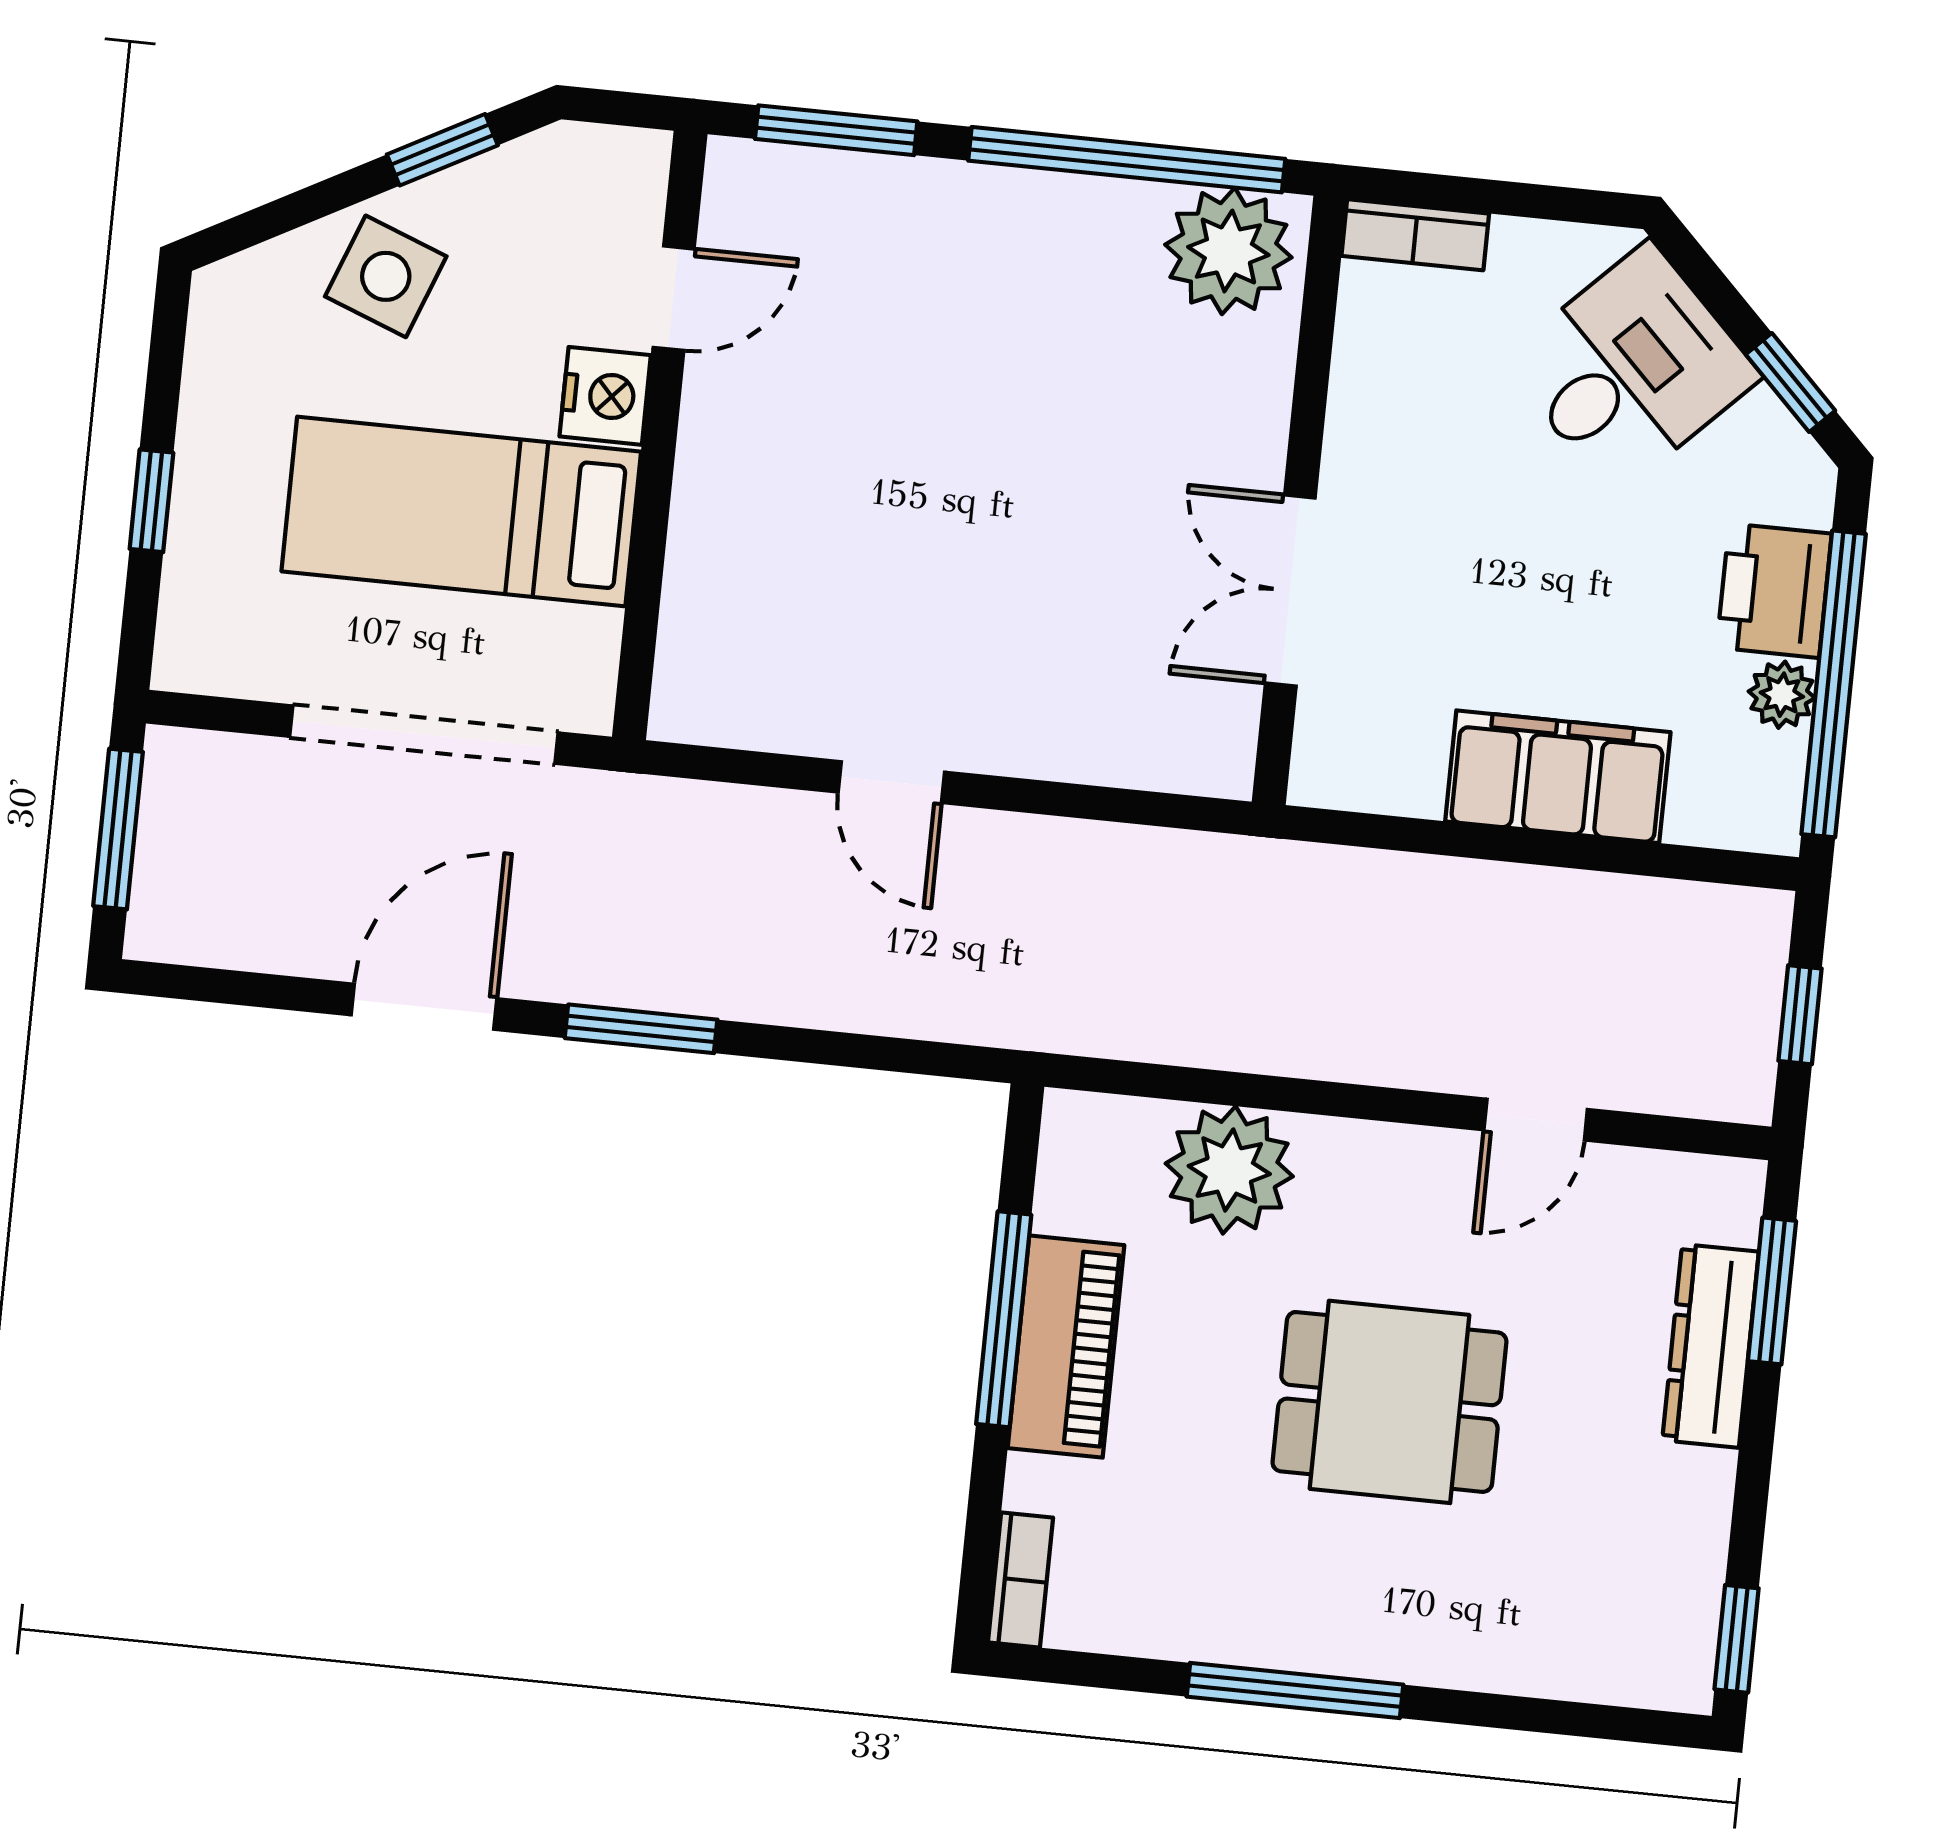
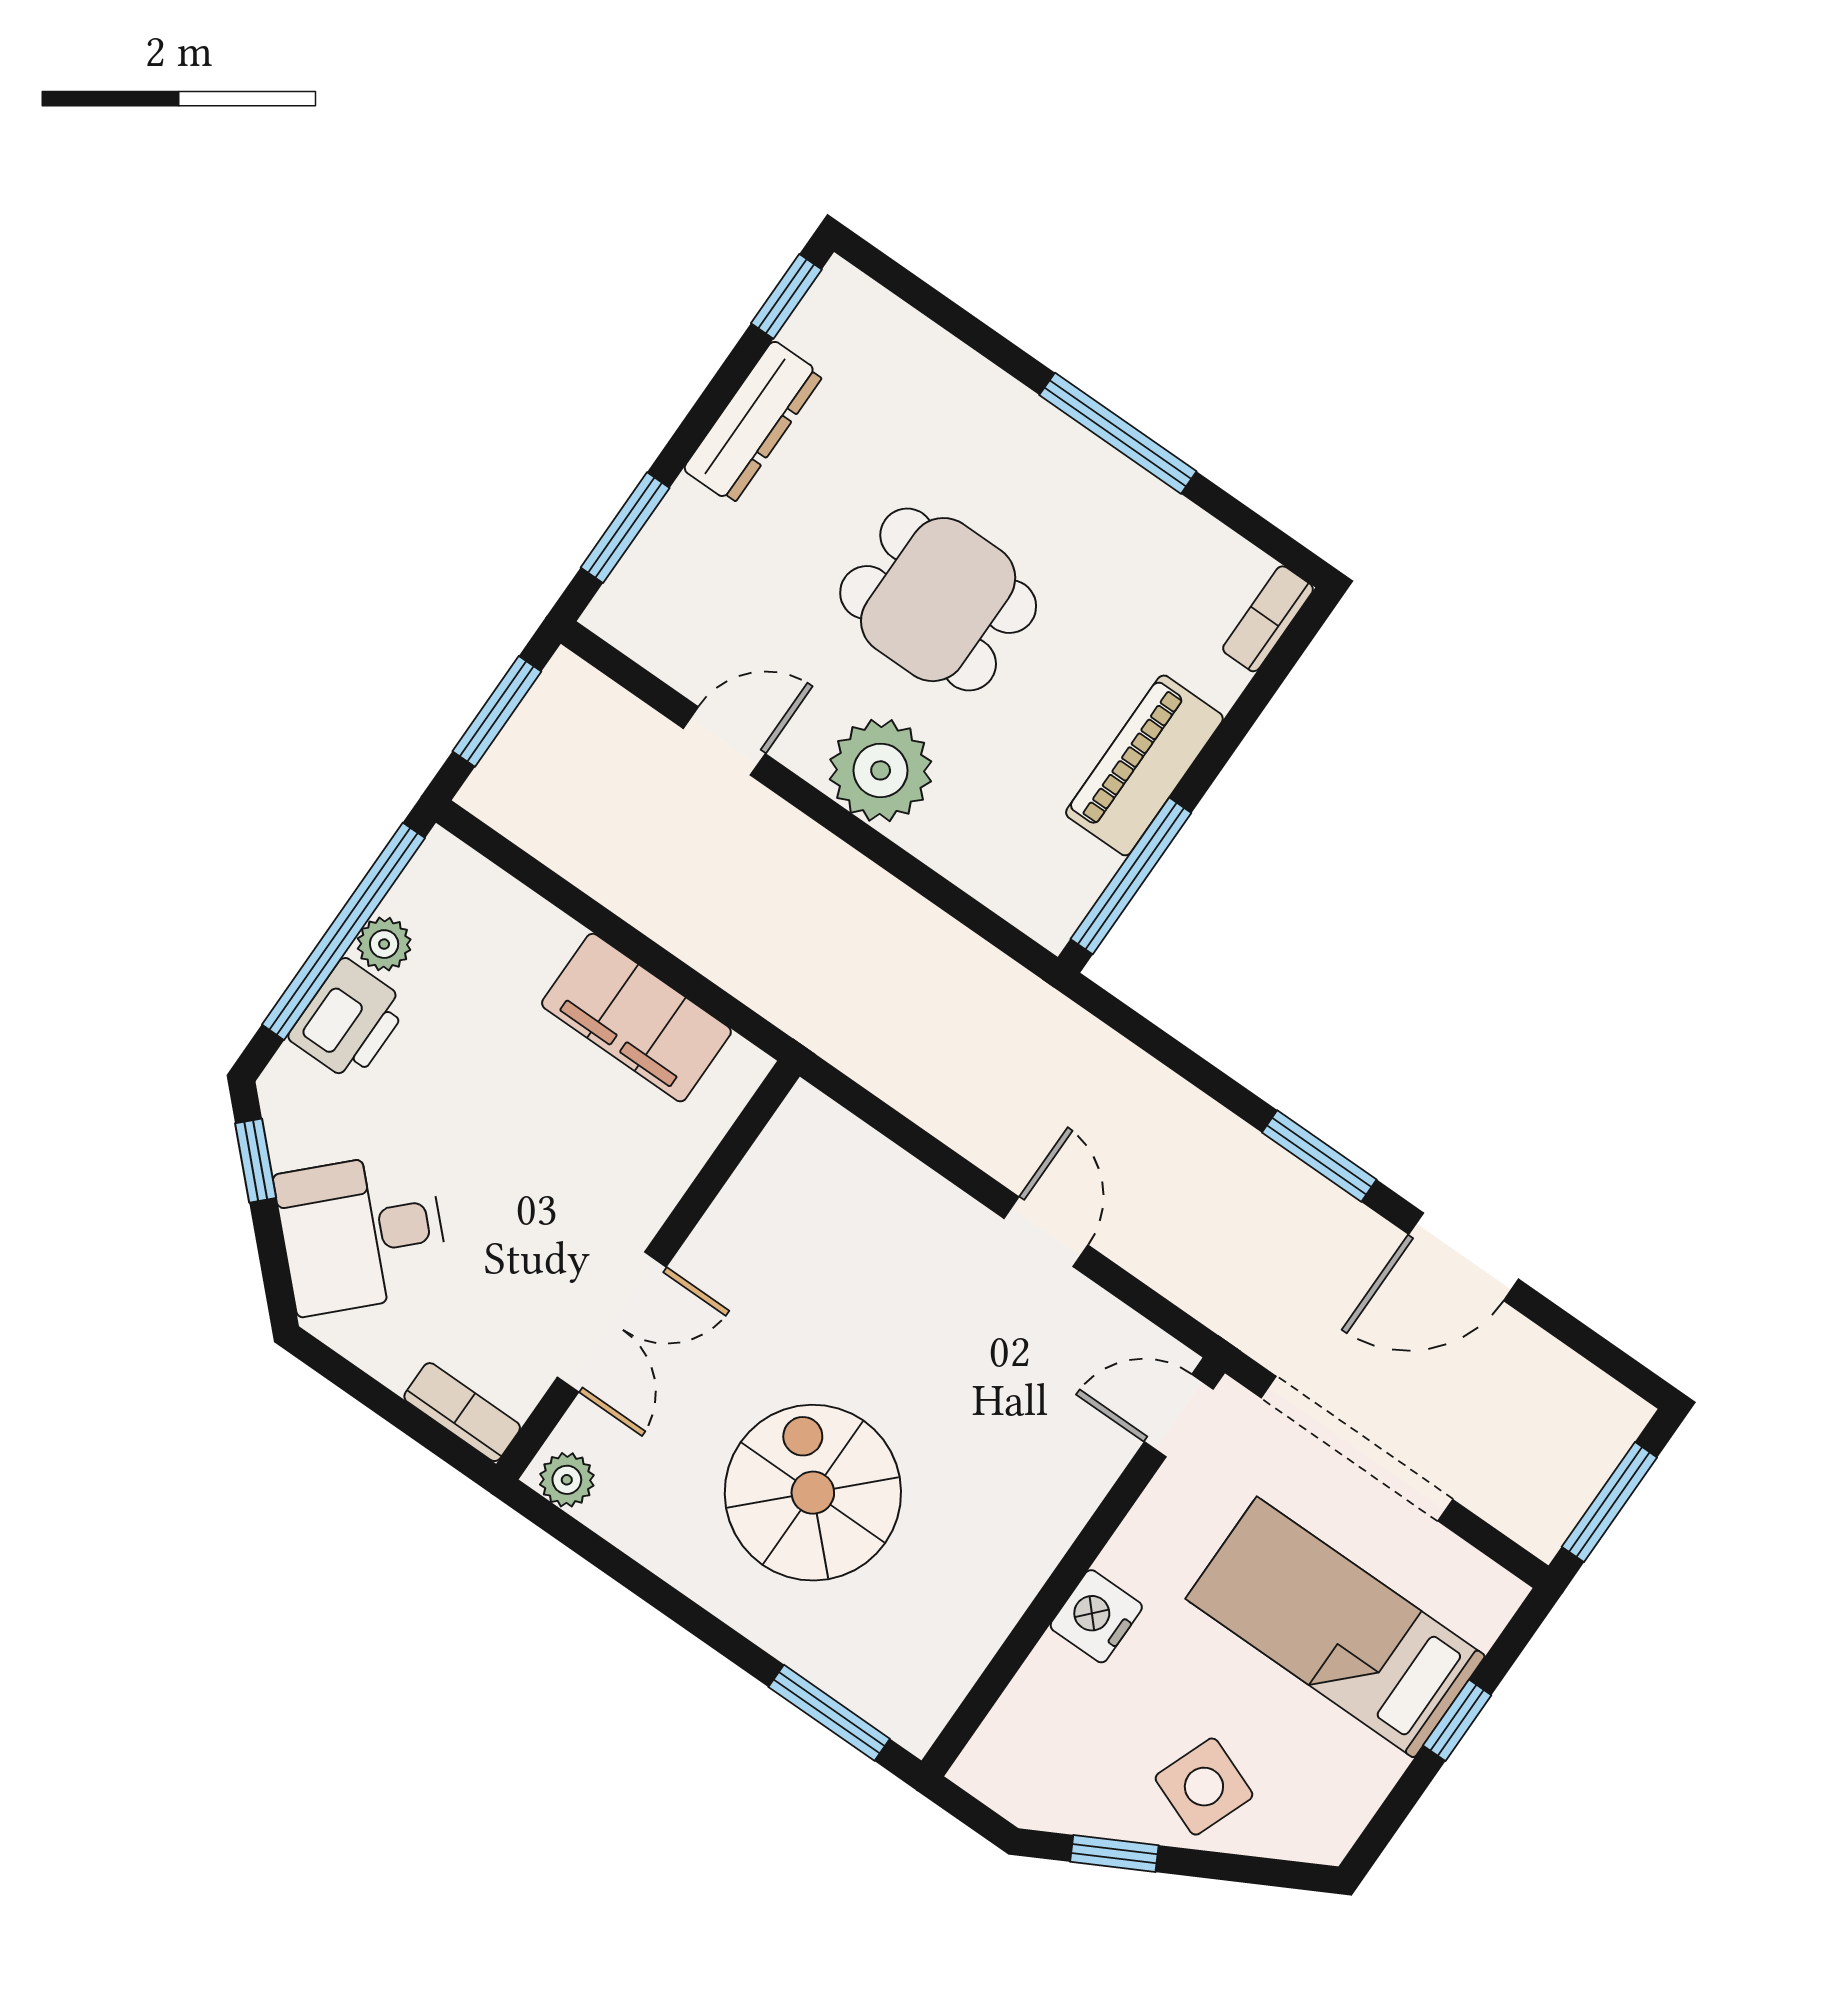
window: (1127, 160) -> (636, 1578), removed
plant: (1228, 251) -> (567, 1480), width x0.53, depth x0.53
door: (674, 298) -> (1179, 1416), moved
spiral stairs: (987, 359) -> (813, 1493), added
bed: (461, 511) -> (1335, 1627), moved, turned 180
double door: (1290, 590) -> (612, 1322), moved
filing cabinet: (1558, 777) -> (636, 1018), moved
window: (1800, 1015) -> (497, 711), width x1.50
plant: (1229, 1170) -> (881, 770), moved
window: (1004, 1319) -> (1131, 876), moved
dresser: (1711, 1346) -> (753, 422), moved

